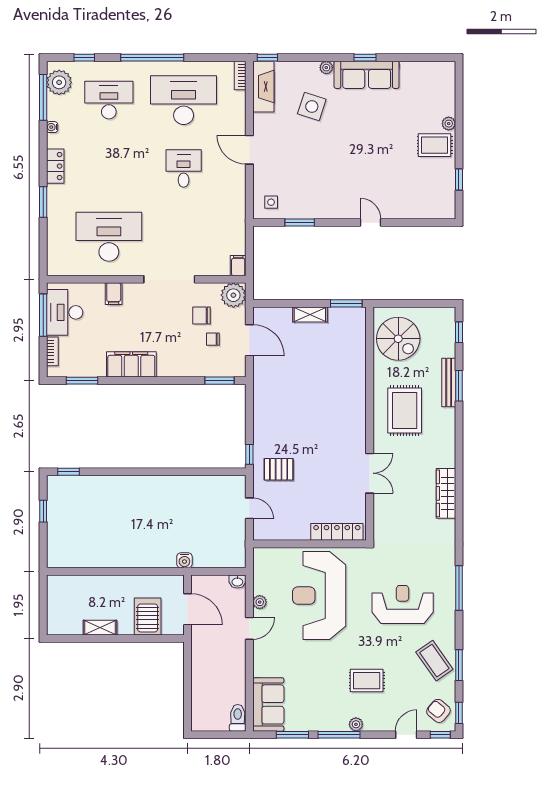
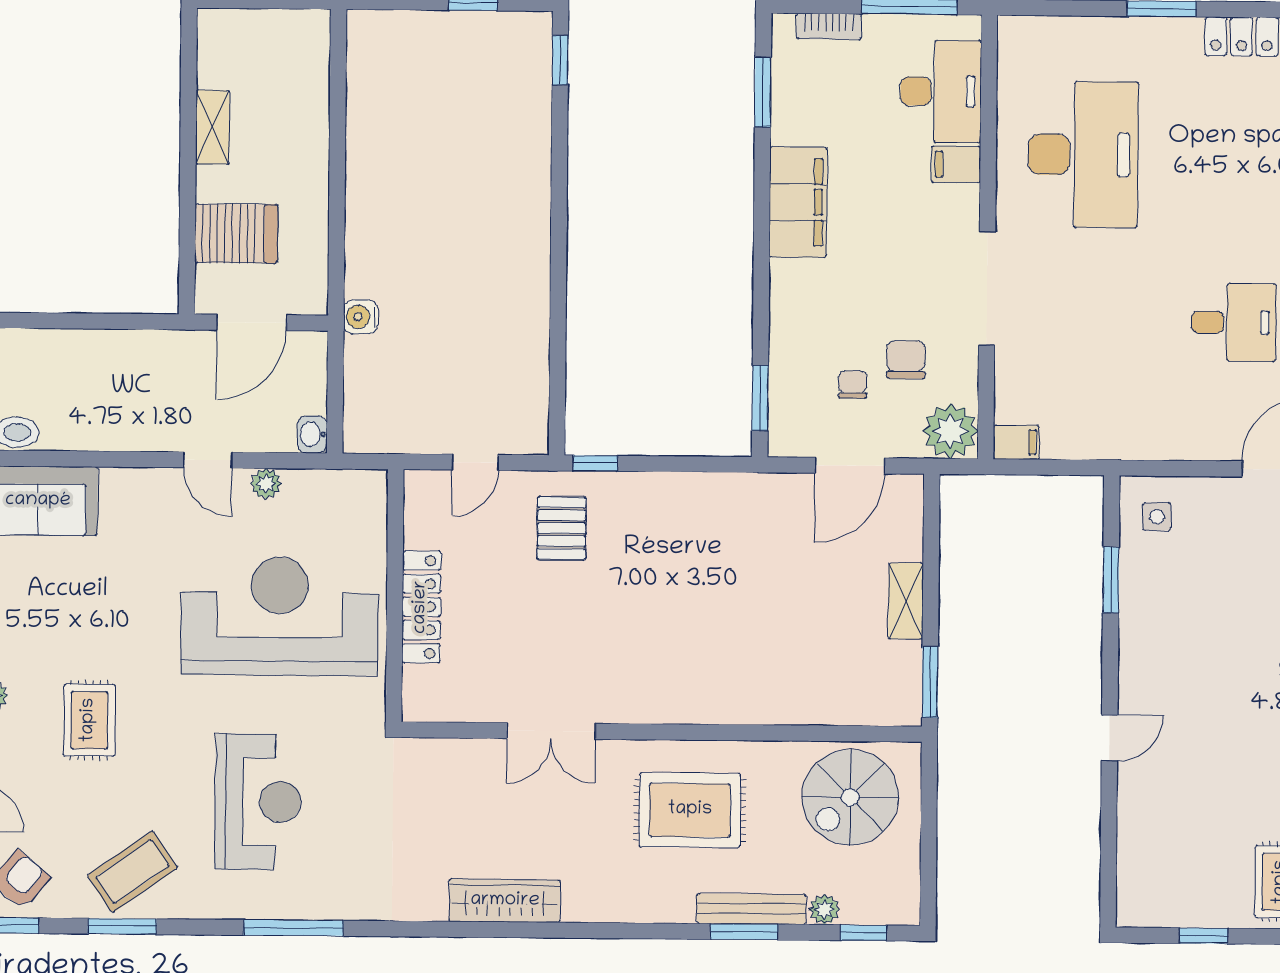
desk: (65, 312) -> (941, 91), moved, turned 90
plant: (449, 350) -> (824, 909), added
locker: (337, 532) -> (421, 607), moved

